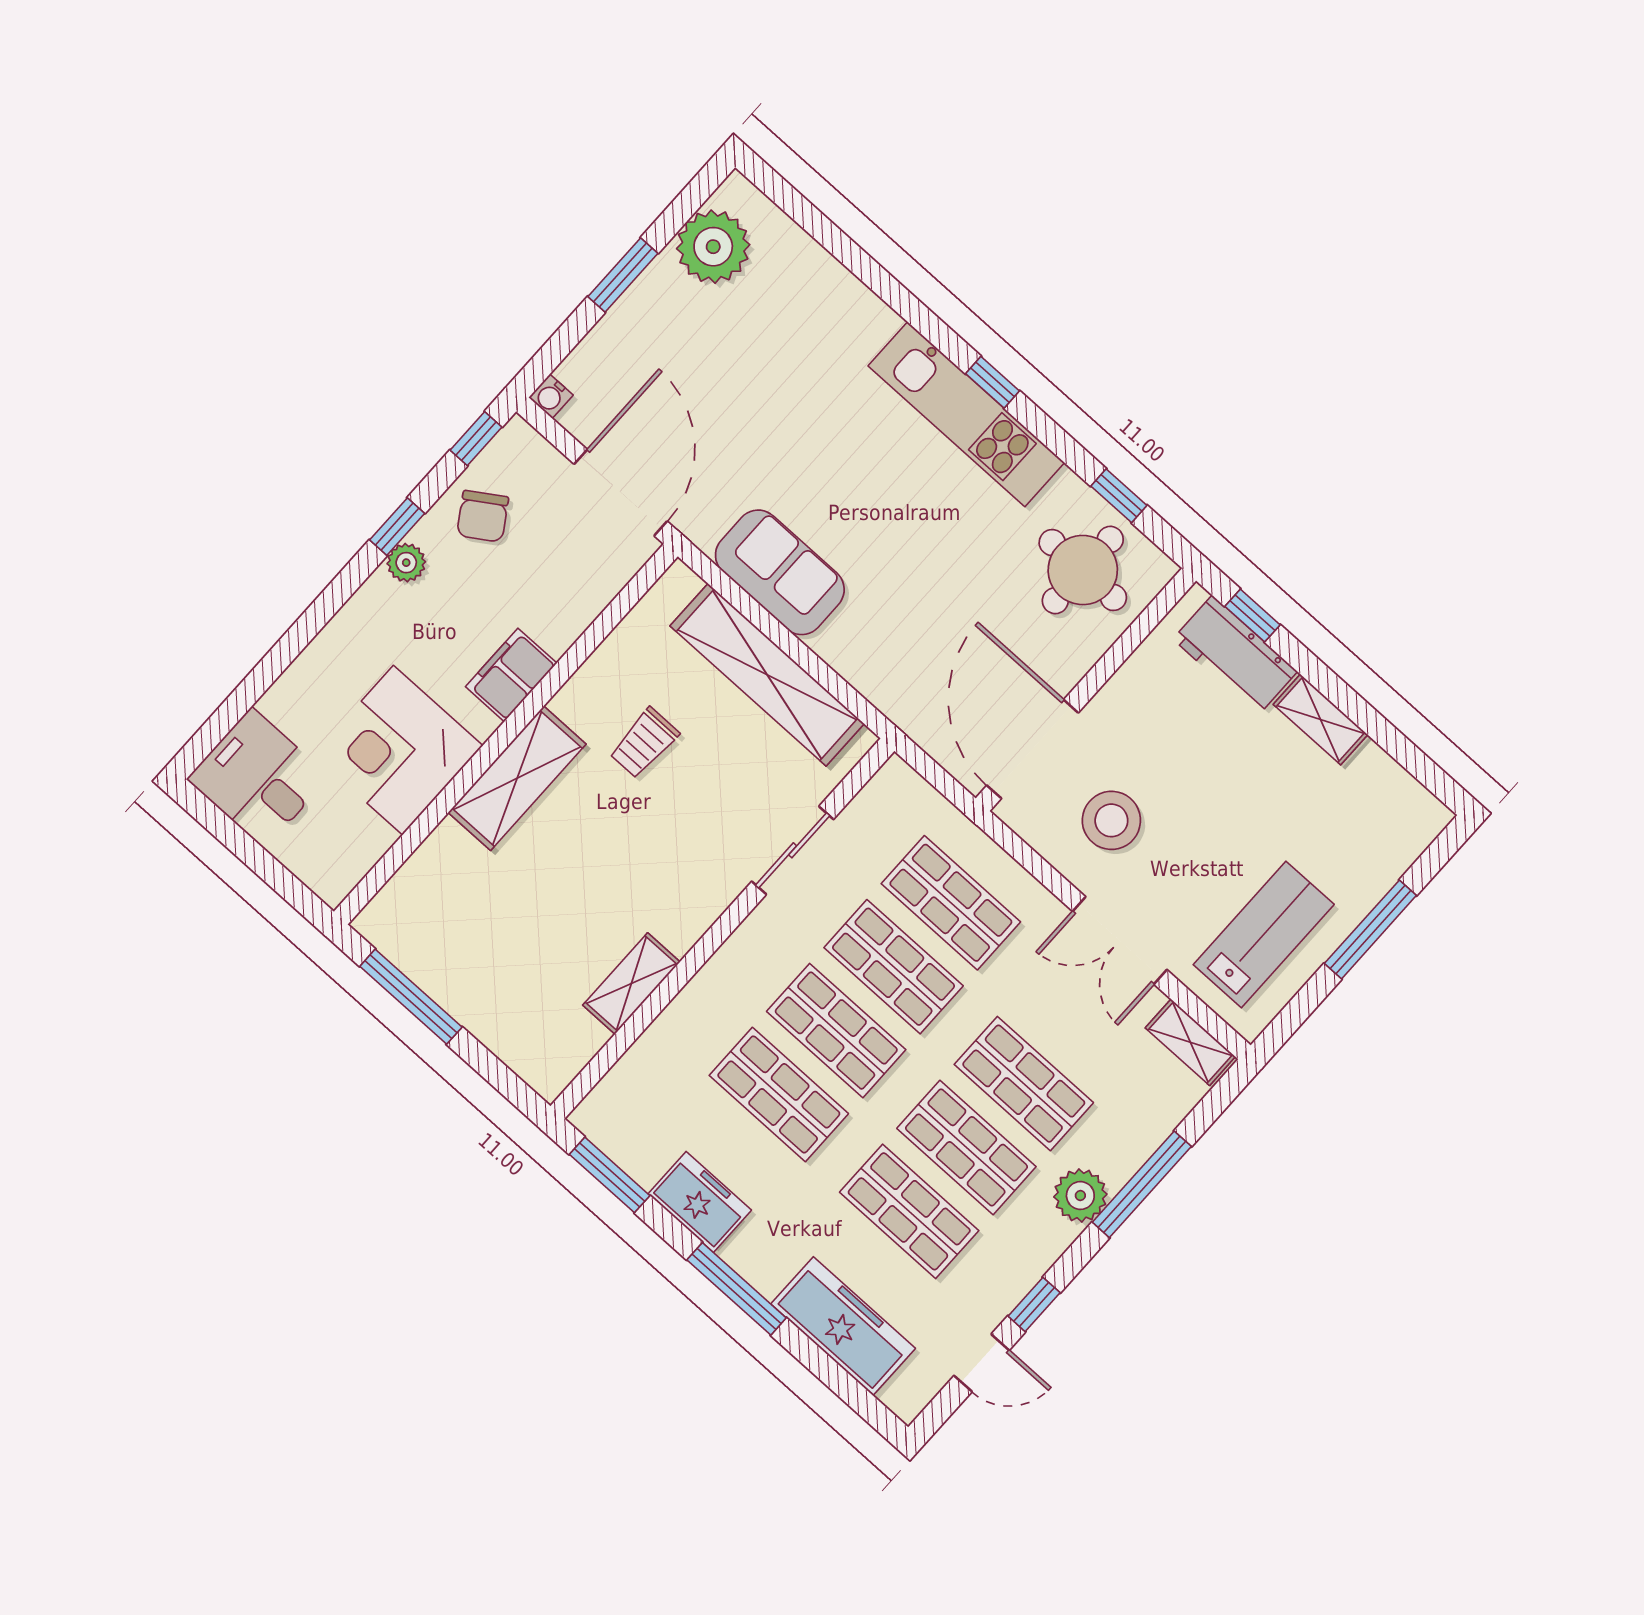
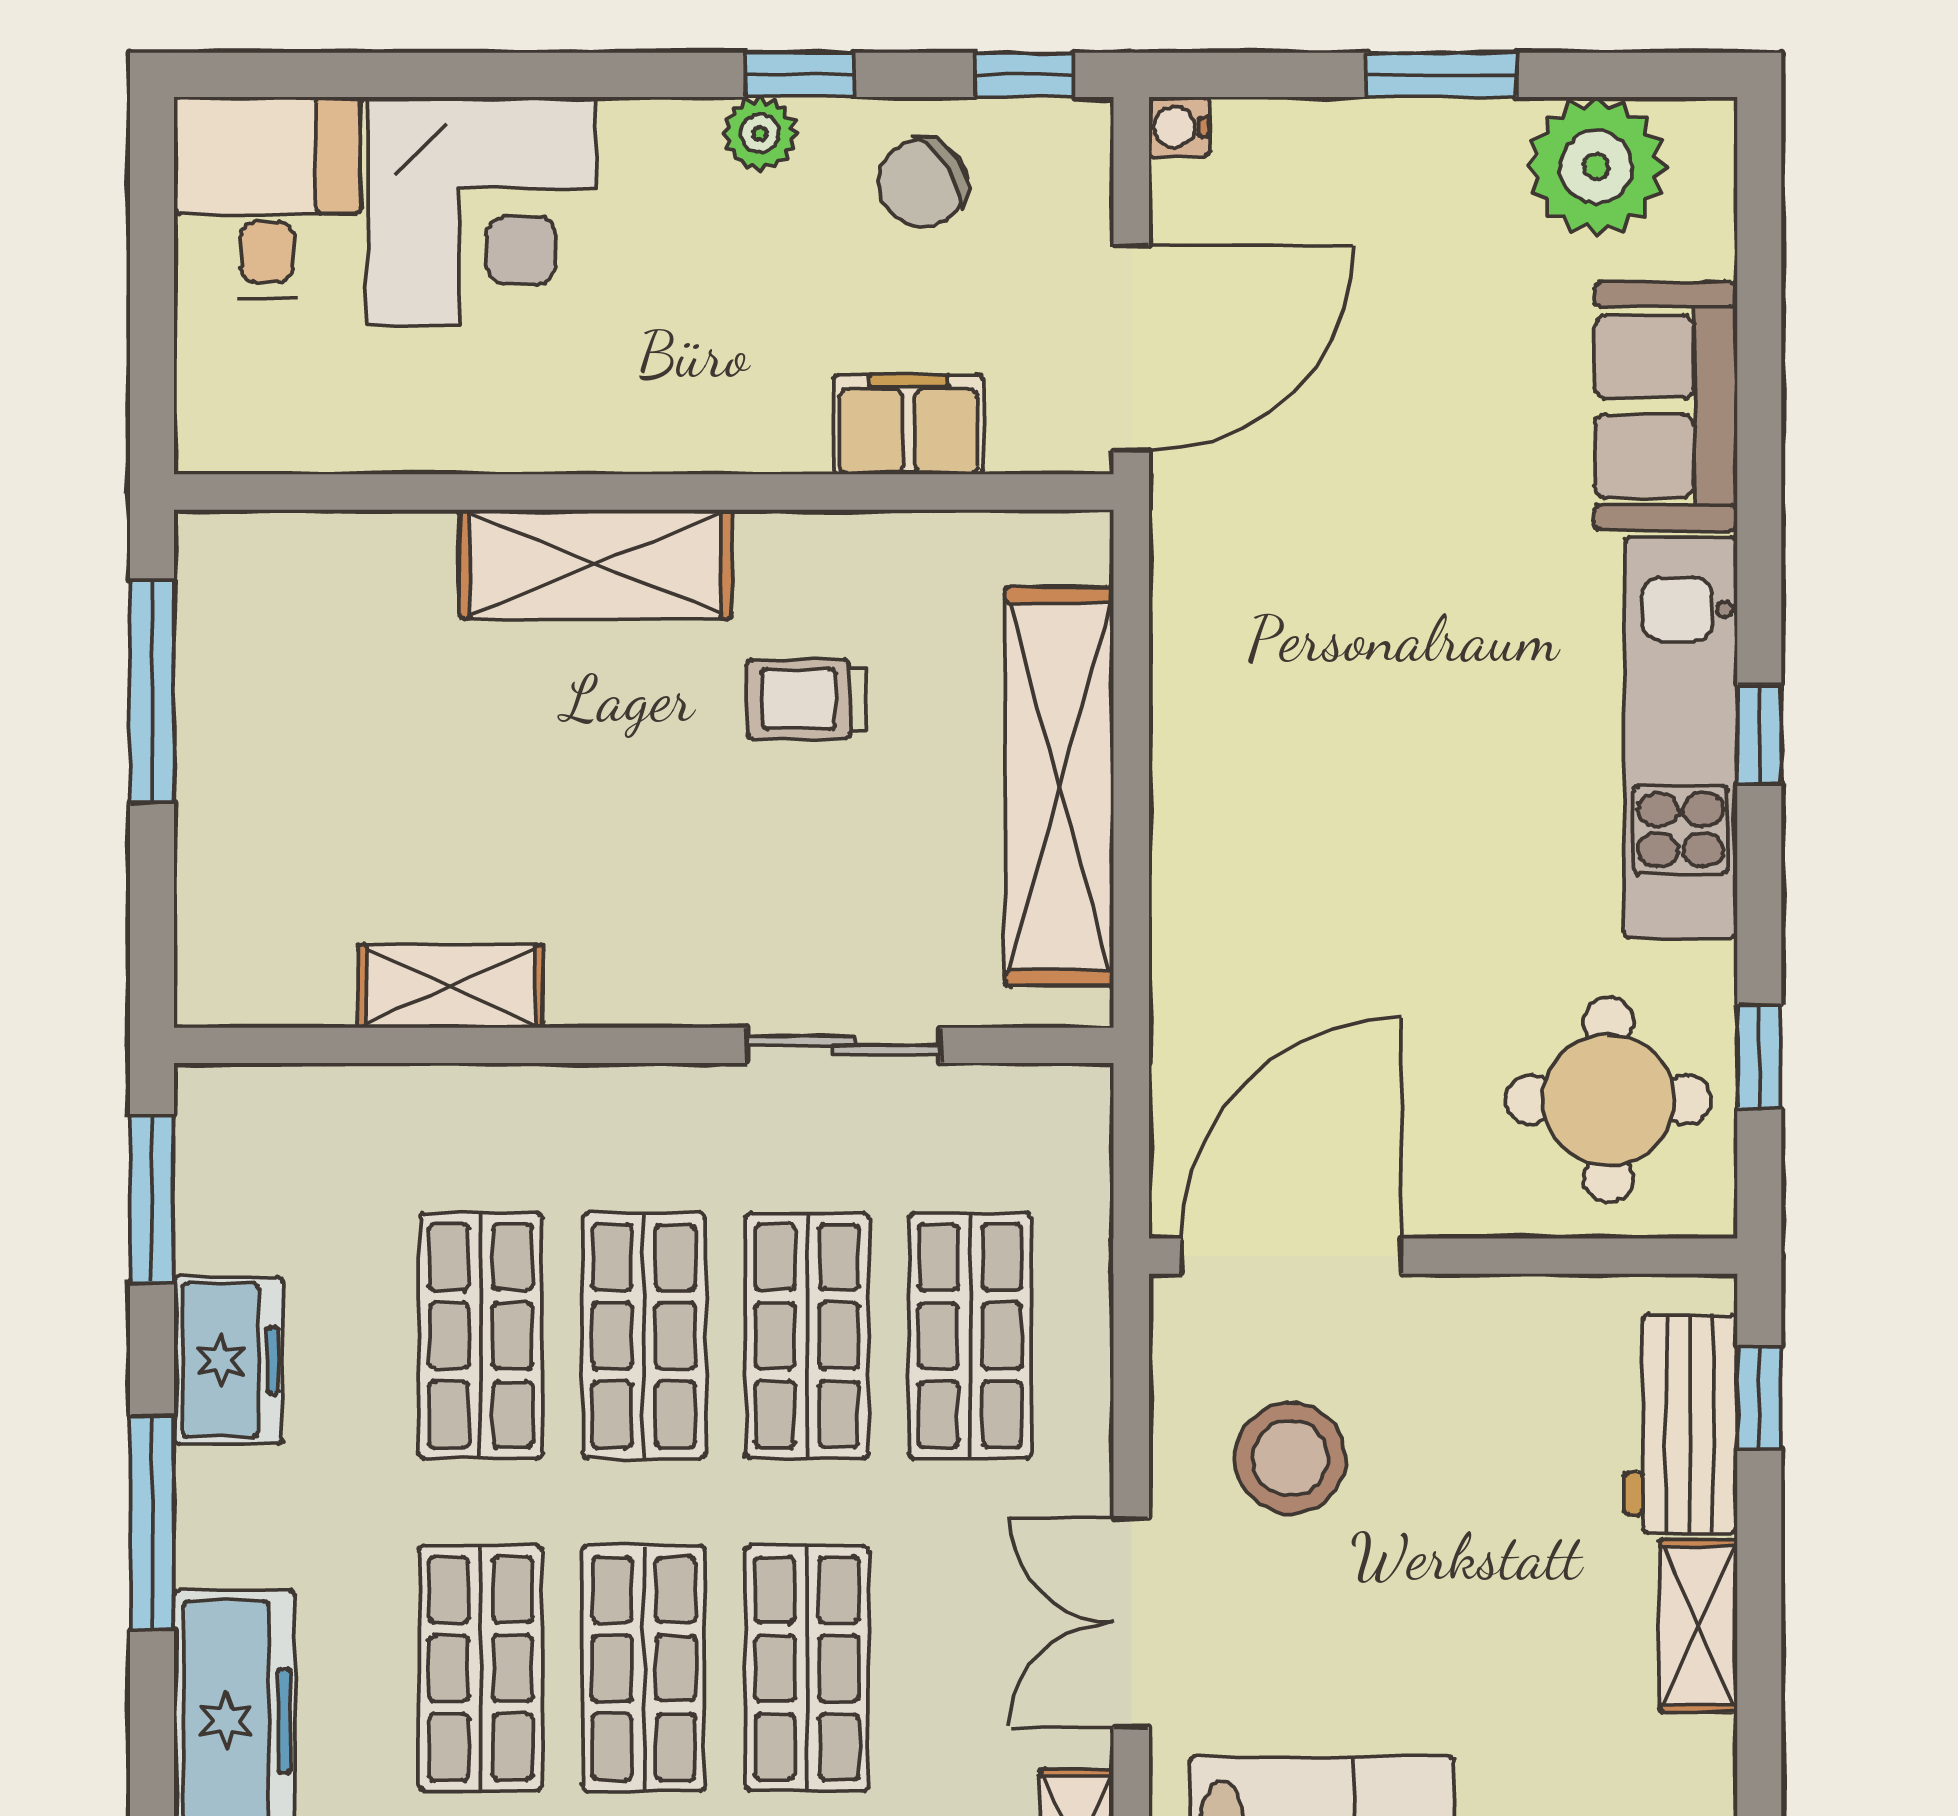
sofa: (780, 572) -> (1666, 406), moved, turned 180
filing cabinet: (511, 675) -> (909, 425), moved
corner desk: (398, 750) -> (482, 211), moved, turned 180

